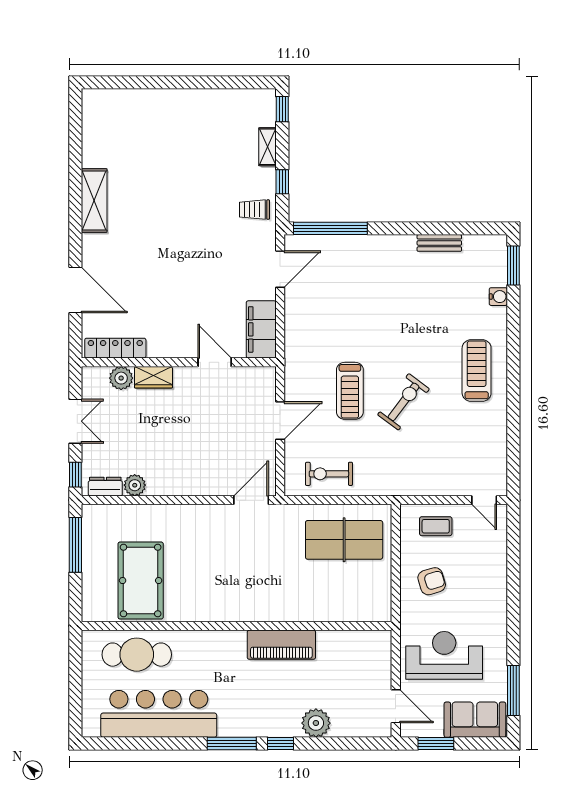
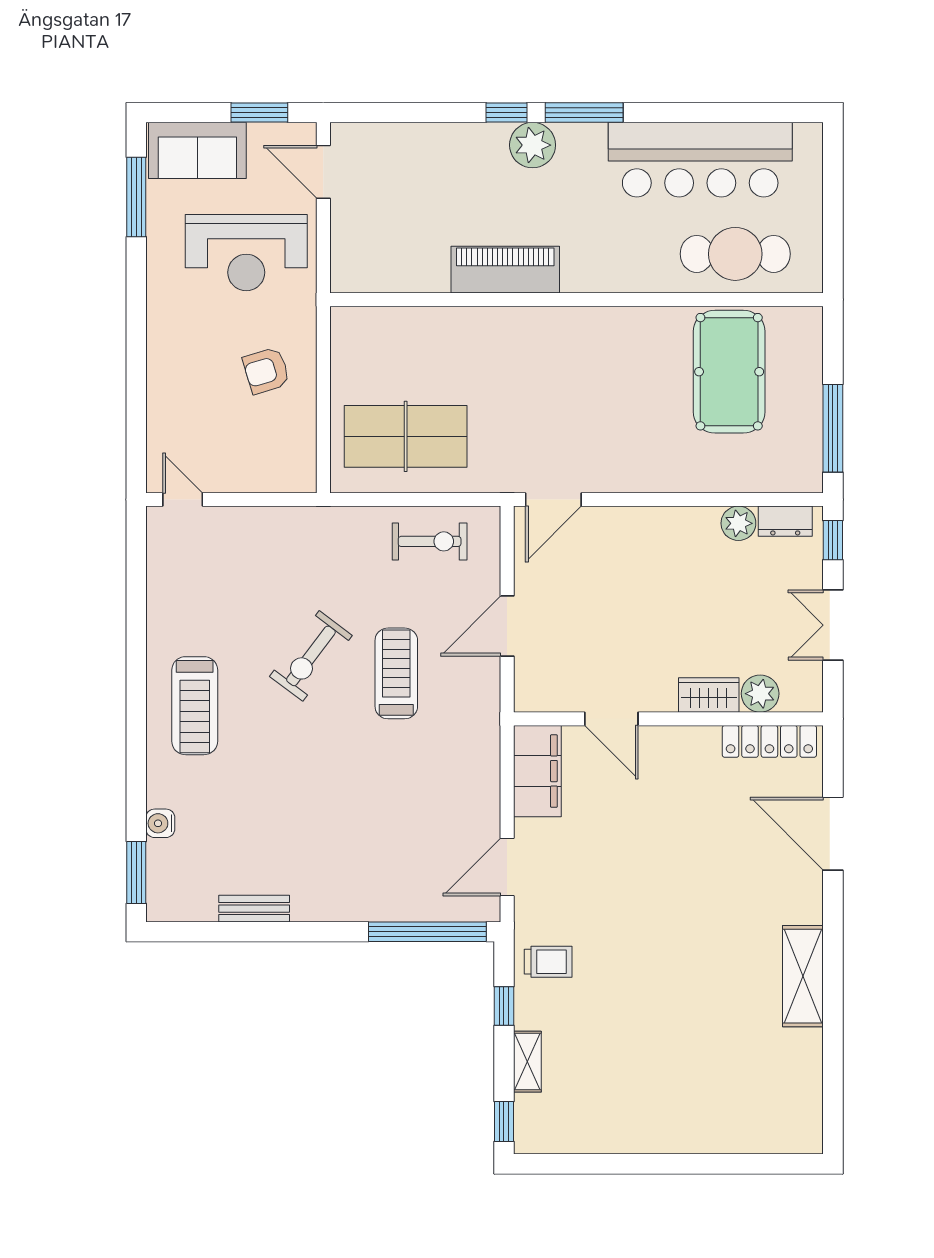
coffee table: (436, 526) -> (260, 458), removed
plant: (316, 723) -> (533, 145), moved

